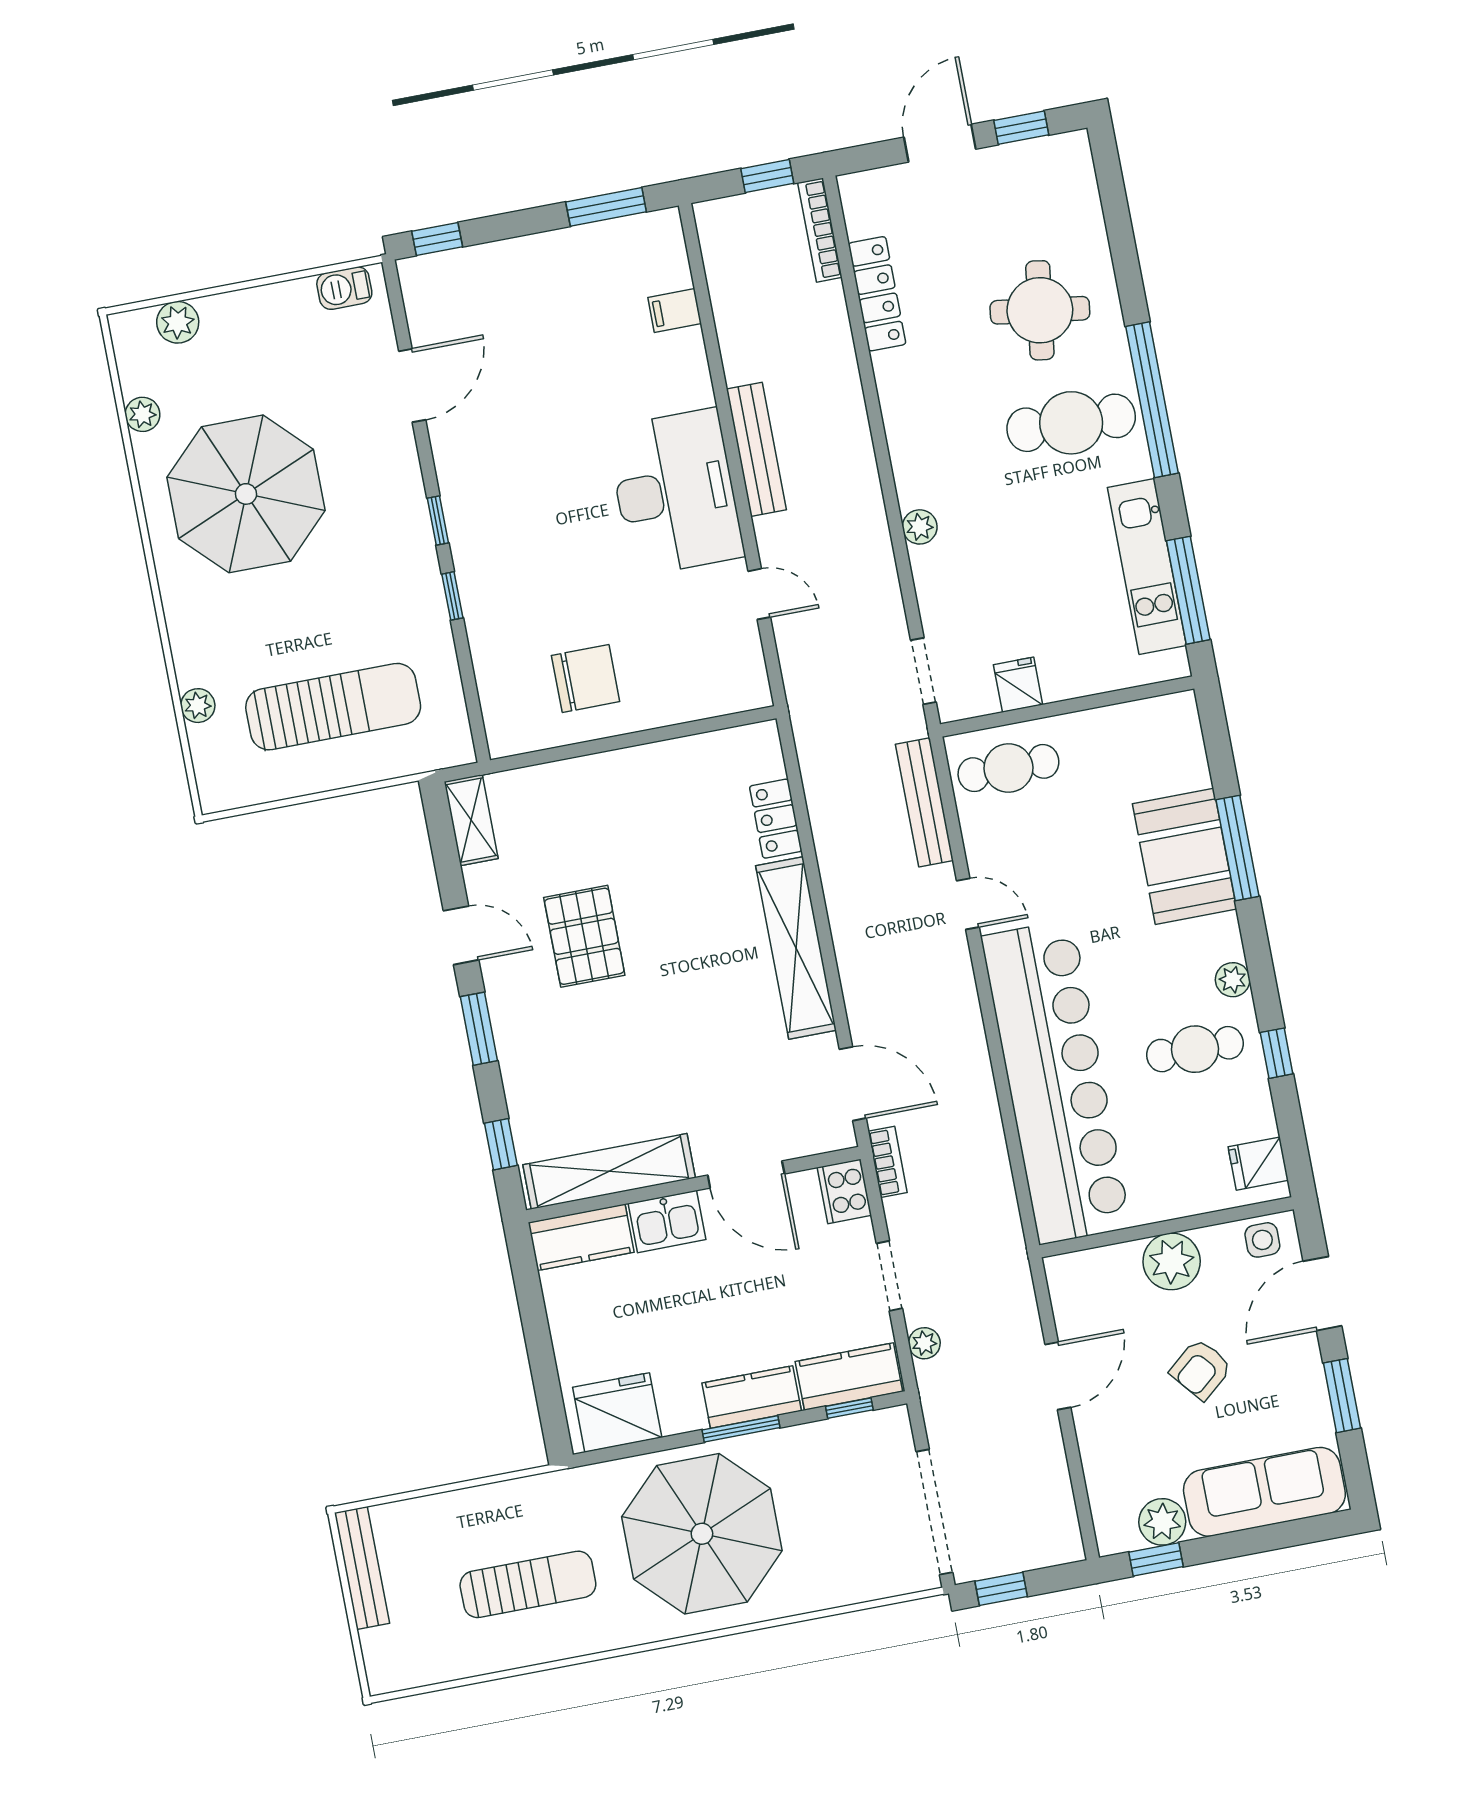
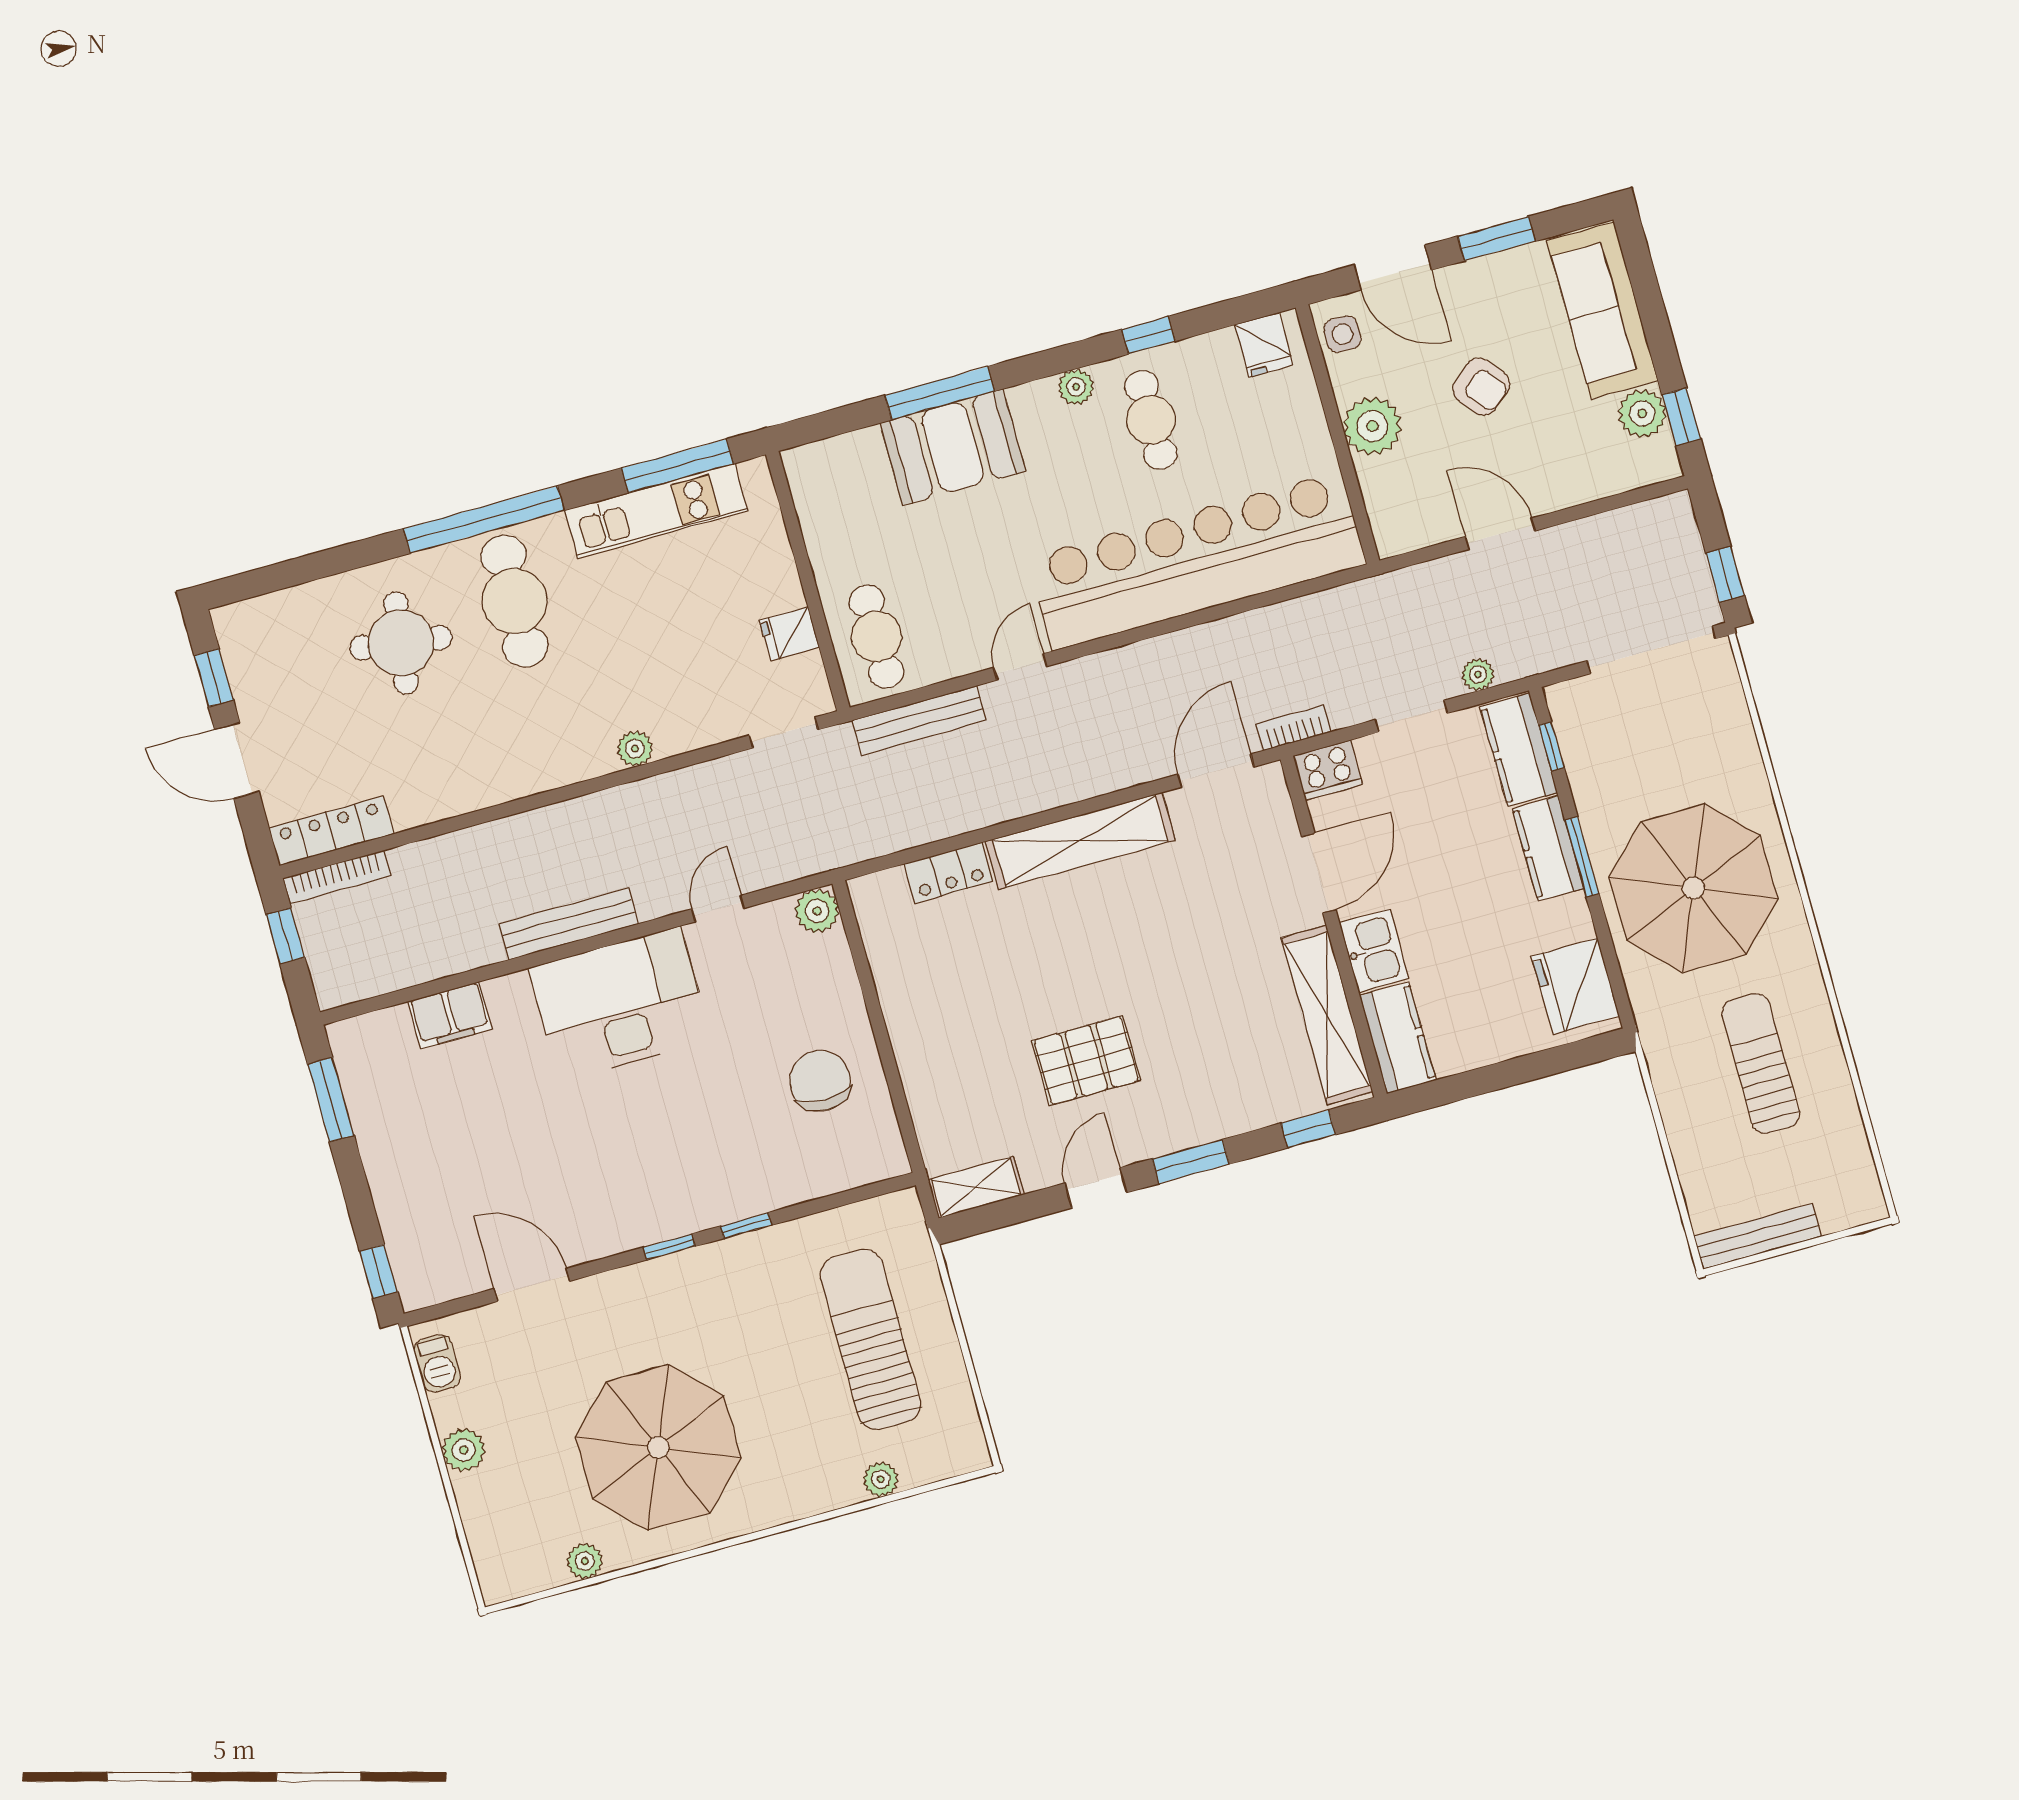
locker: (877, 294) -> (331, 831), moved
filing cabinet: (675, 311) -> (450, 1015), width x2.00
plant: (178, 322) -> (464, 1450), moved
plant: (749, 689) -> (817, 911), added

